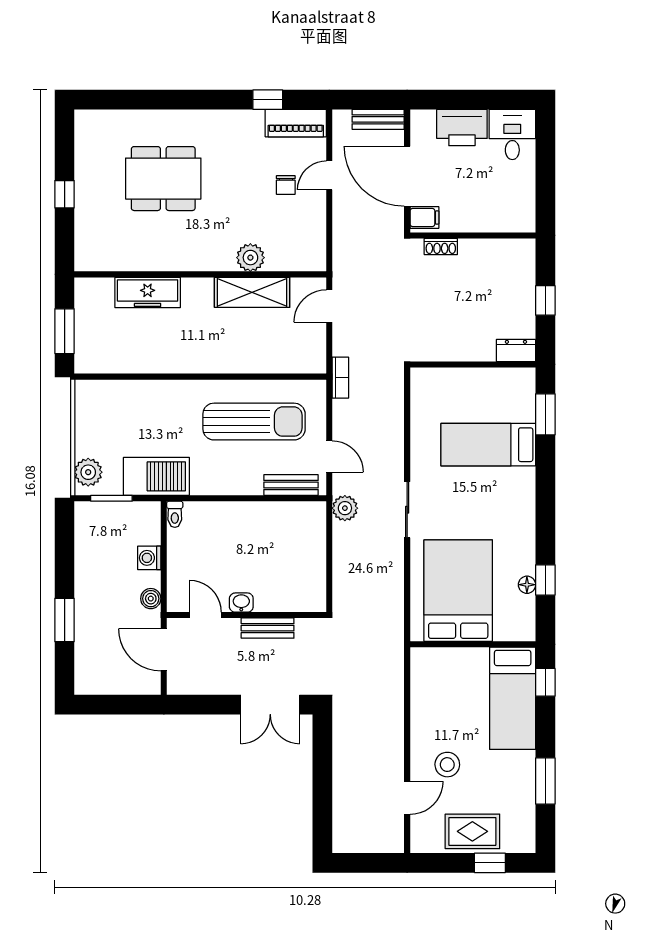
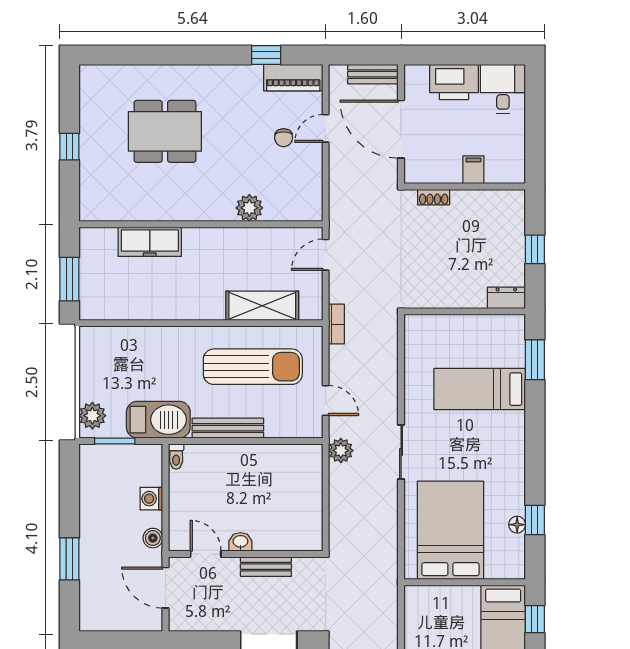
filing cabinet: (424, 218) -> (473, 170), moved, turned -90
shelving: (252, 292) -> (262, 306), moved
bench: (291, 485) -> (228, 428), moved, width x1.36

